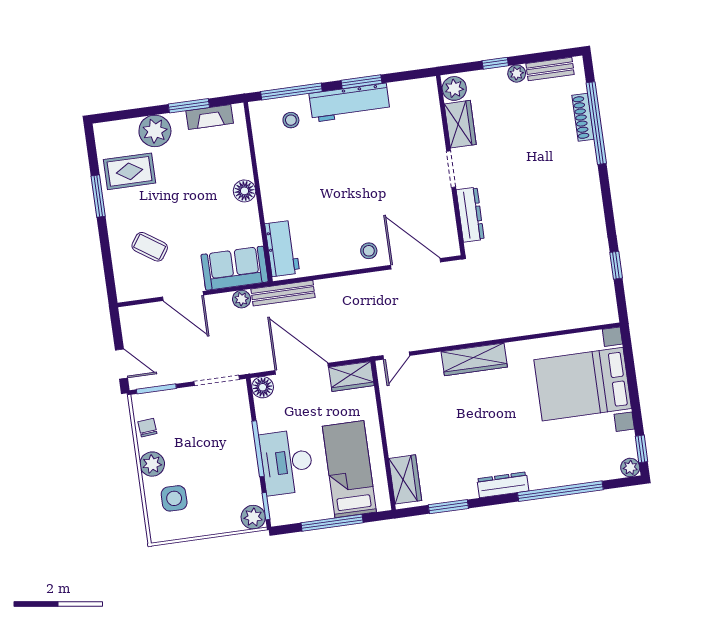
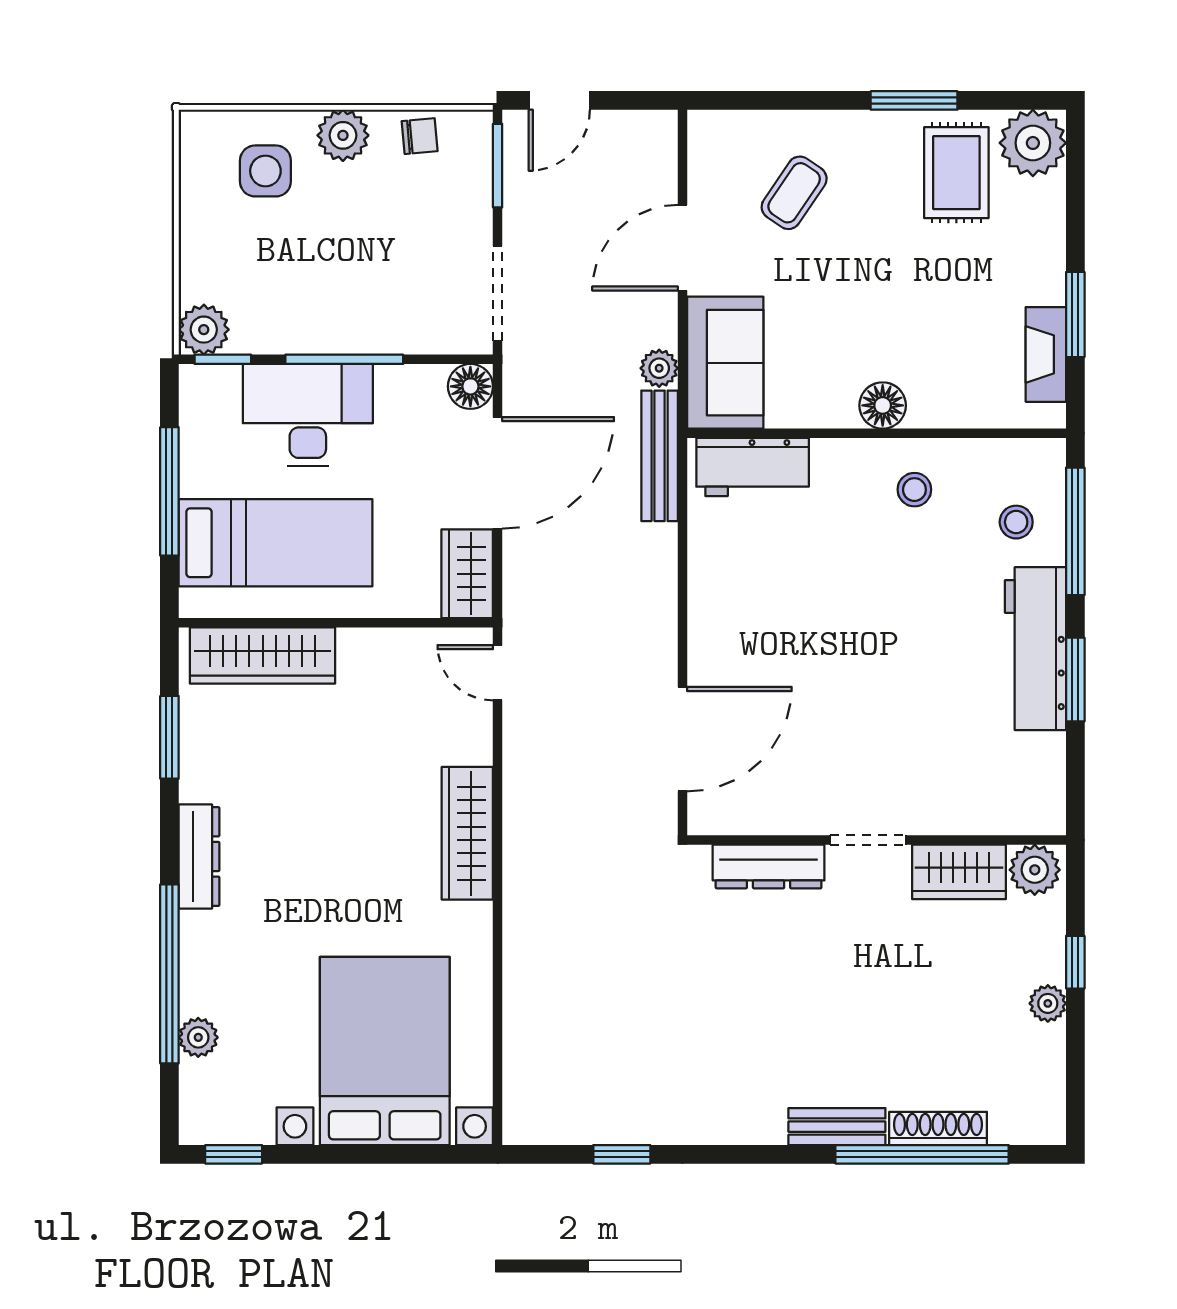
bench: (550, 69) -> (837, 1127), moved, turned 90
plant: (155, 131) -> (1033, 143), moved
stool: (369, 251) -> (914, 490), moved
plant: (630, 468) -> (198, 1037), moved
wardrobe: (405, 479) -> (263, 656), width x1.50

